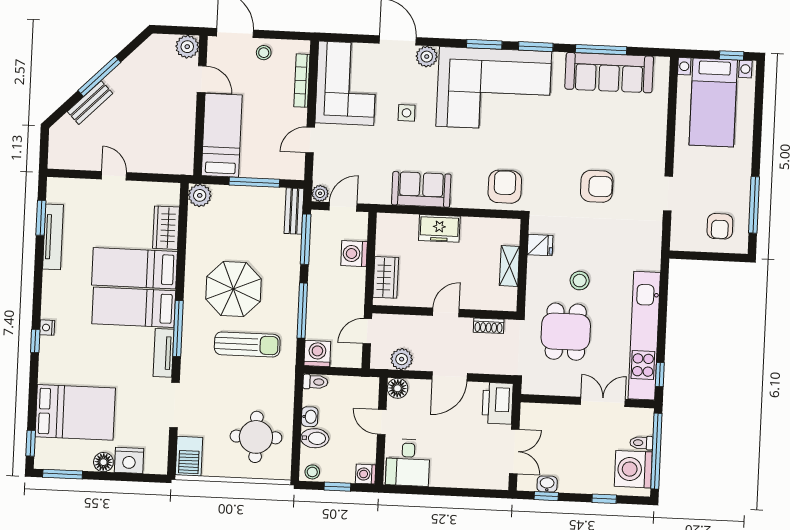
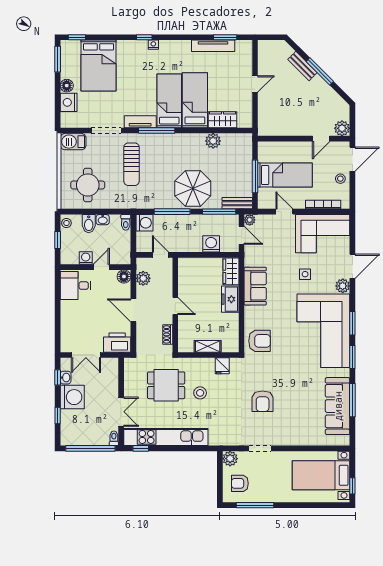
bed: (222, 135) -> (285, 175), moved
plant: (200, 195) -> (213, 141), moved
plant: (682, 240) -> (230, 459), added
wardrobe: (386, 277) -> (231, 271), moved, turned 90
parasol: (234, 289) -> (193, 188), moved
sun lounger: (247, 344) -> (131, 164), moved
toilet: (641, 443) -> (114, 438), moved
washing machine: (633, 469) -> (72, 397), moved, turned 90
washing machine: (366, 474) -> (86, 258), moved

